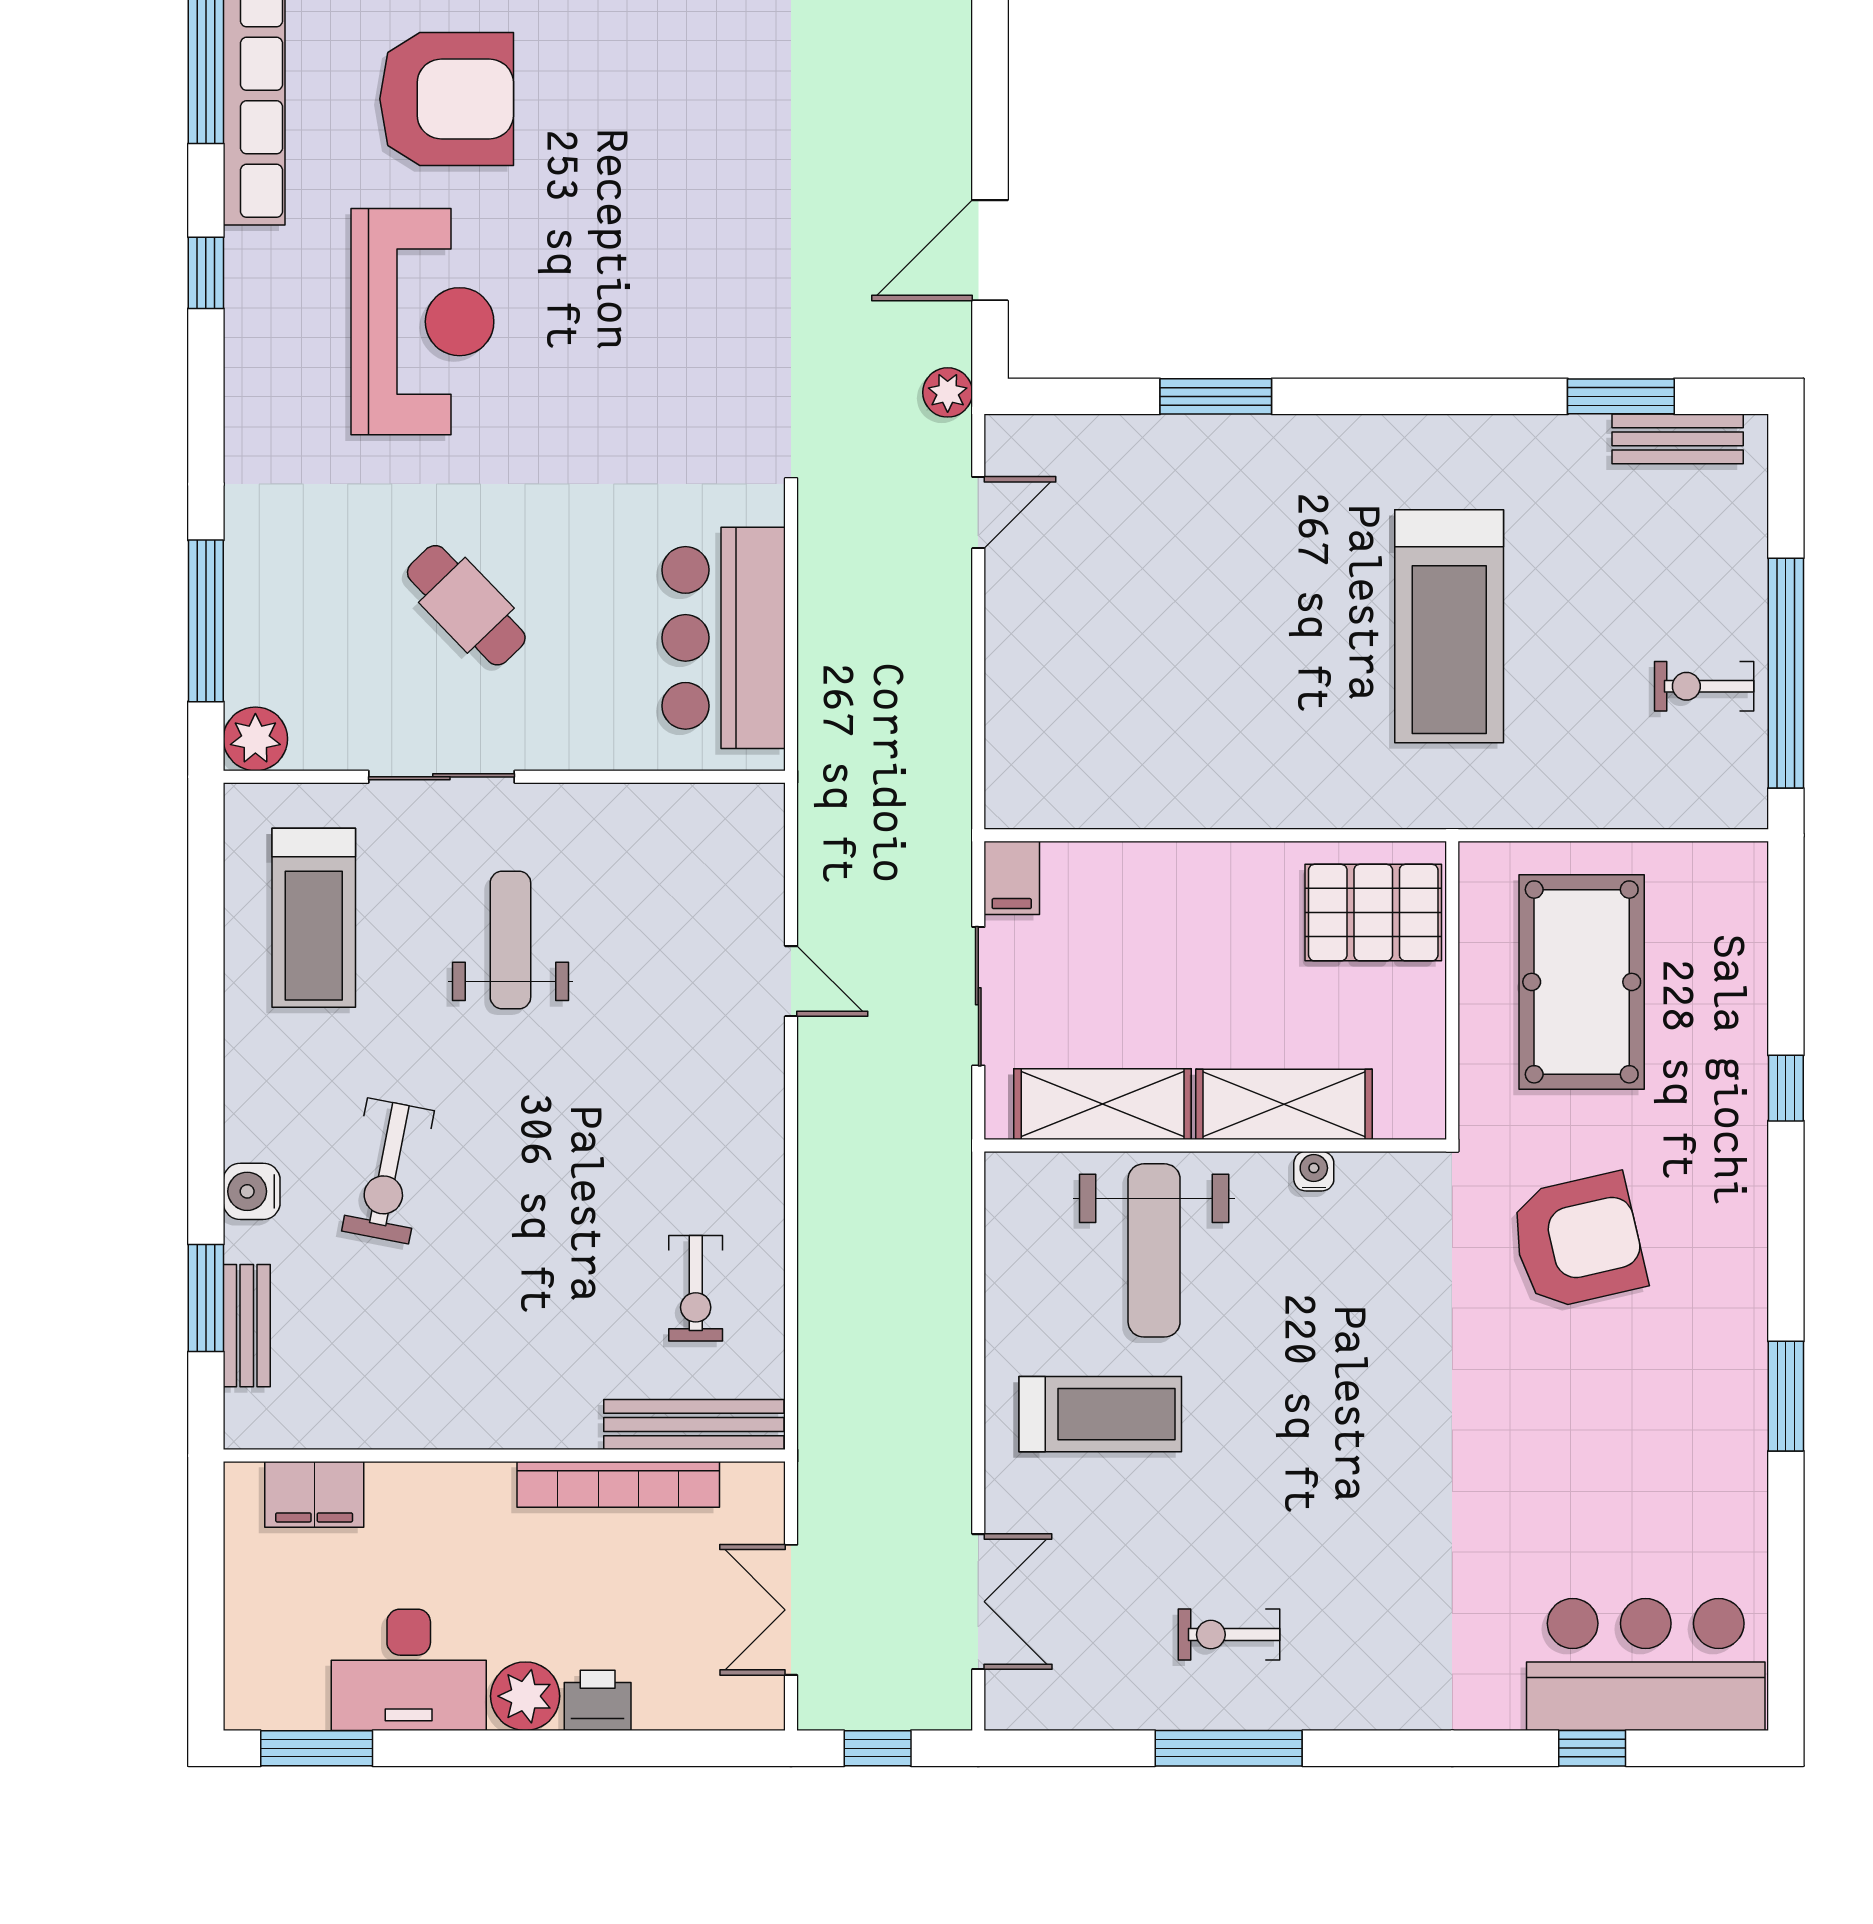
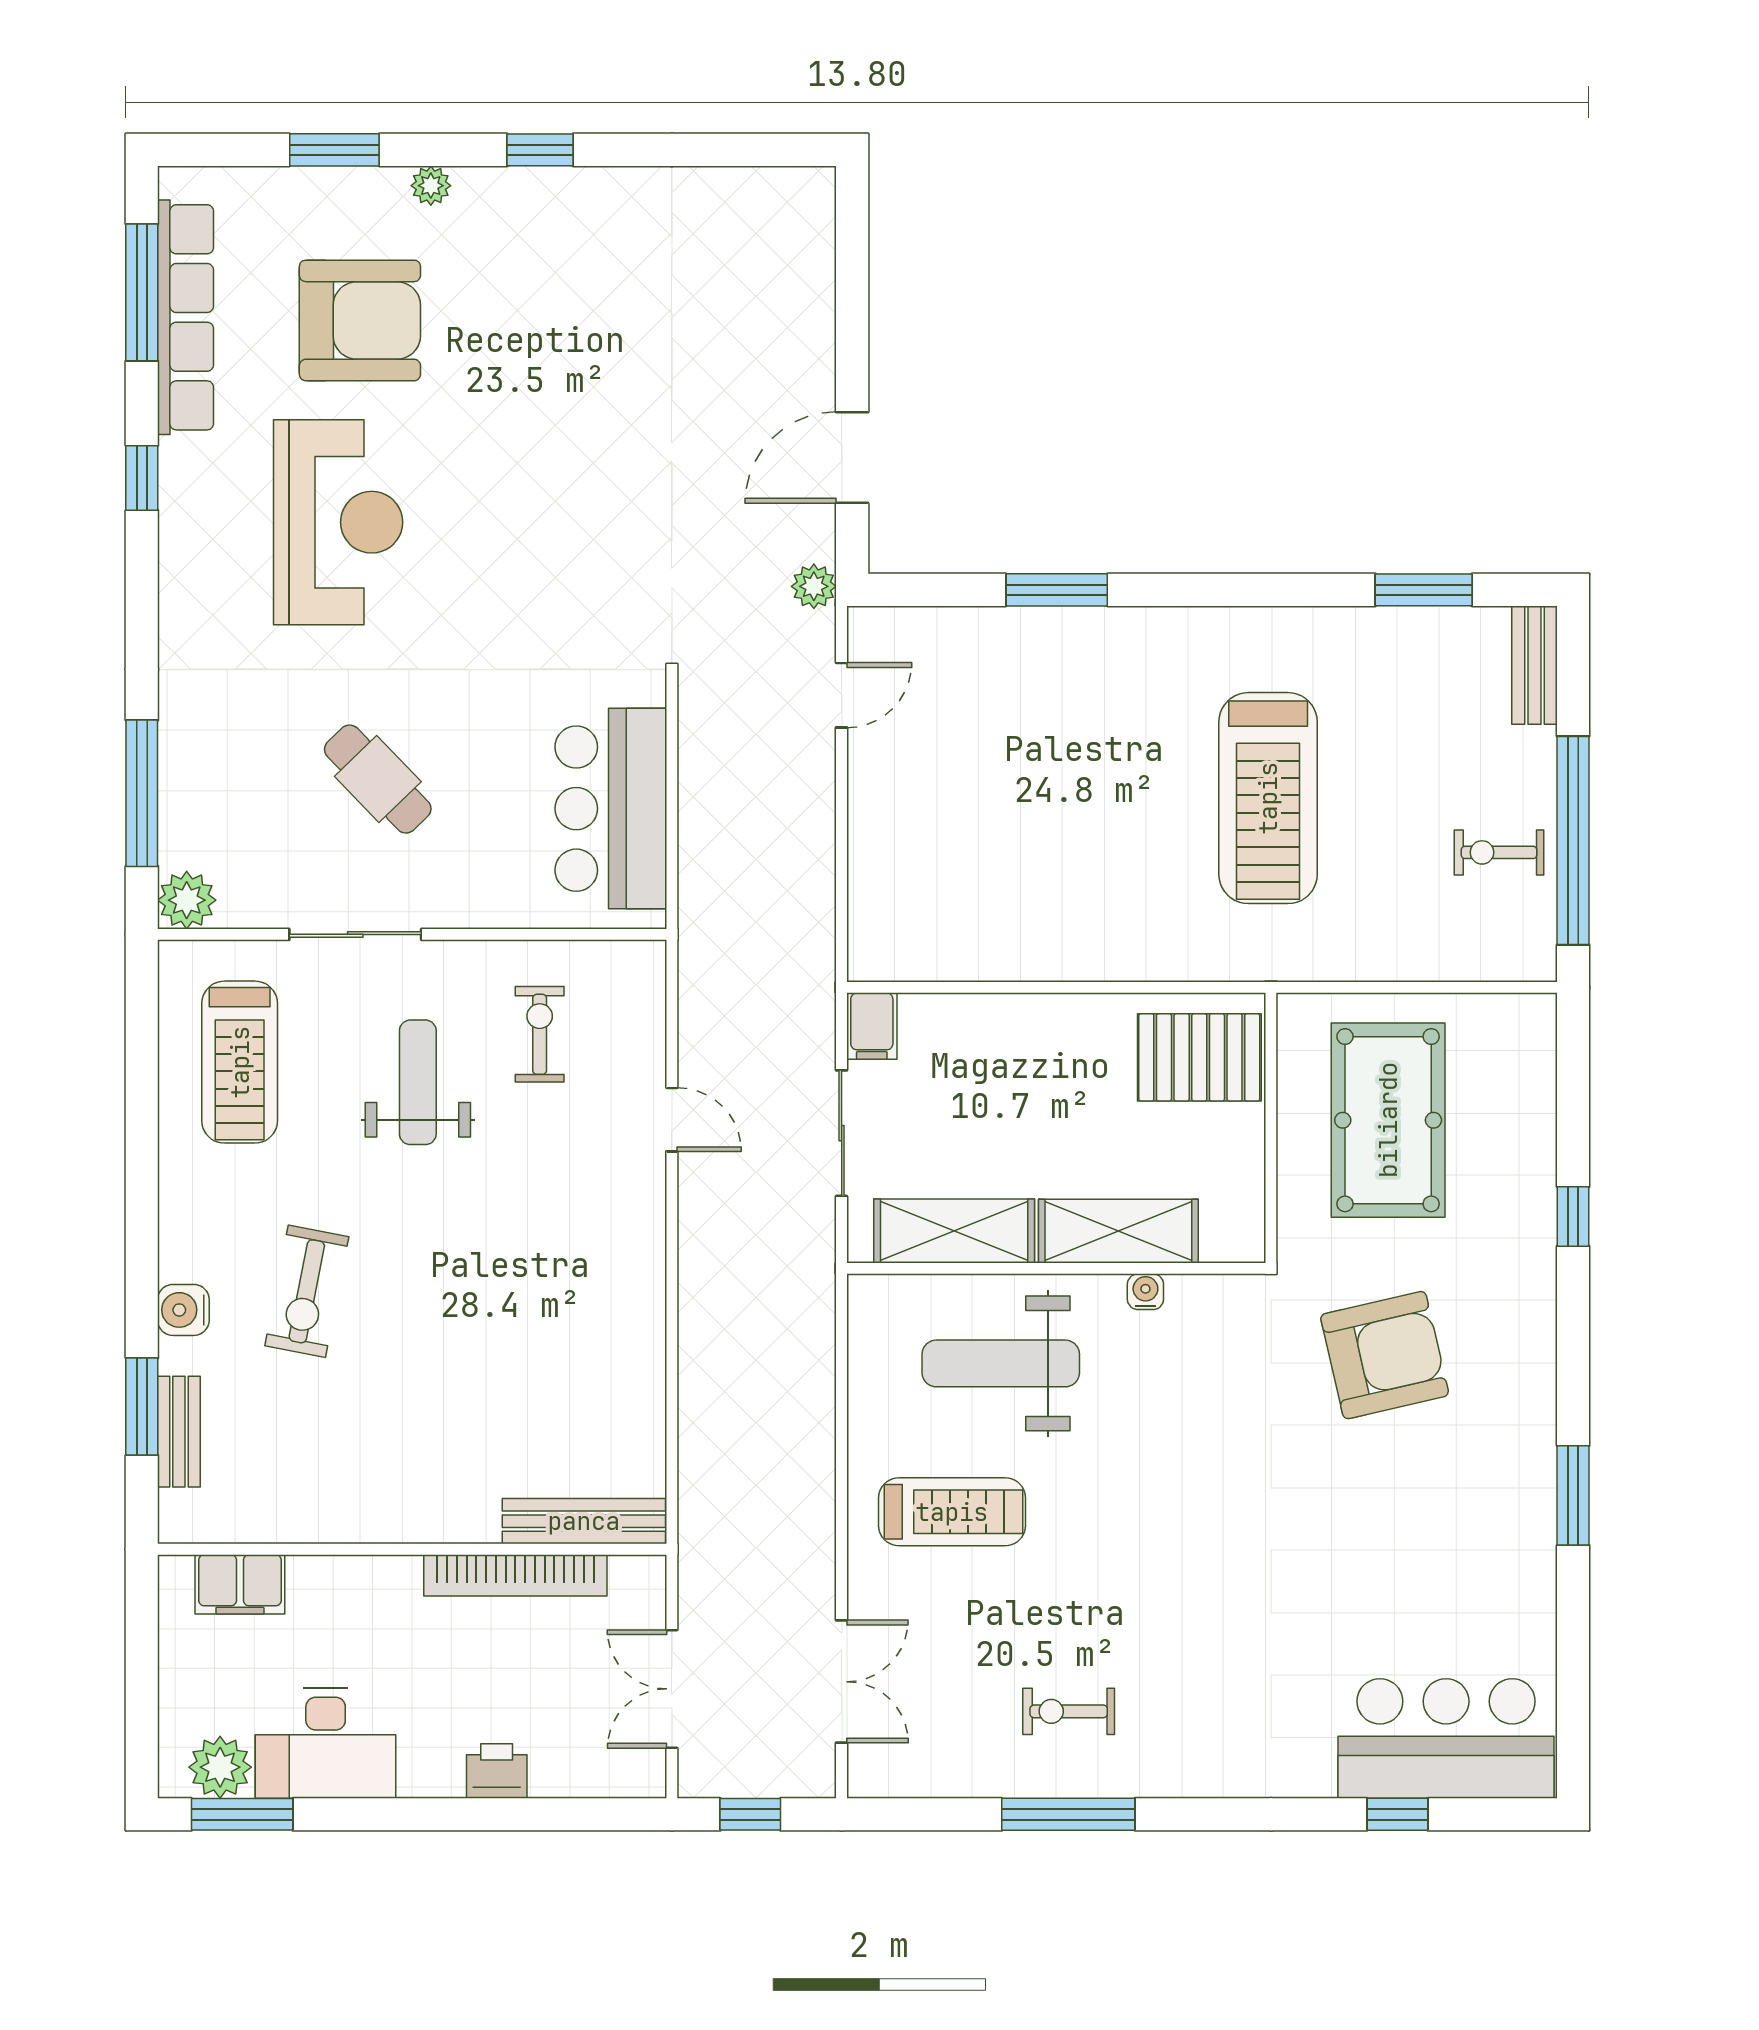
bench: (1678, 439) -> (1535, 665), moved, turned 90
weight bench: (1154, 1250) -> (1001, 1363), turned 90
exercise bike: (696, 1288) -> (540, 1034), moved, turned 180
plant: (525, 1696) -> (220, 1767), moved

